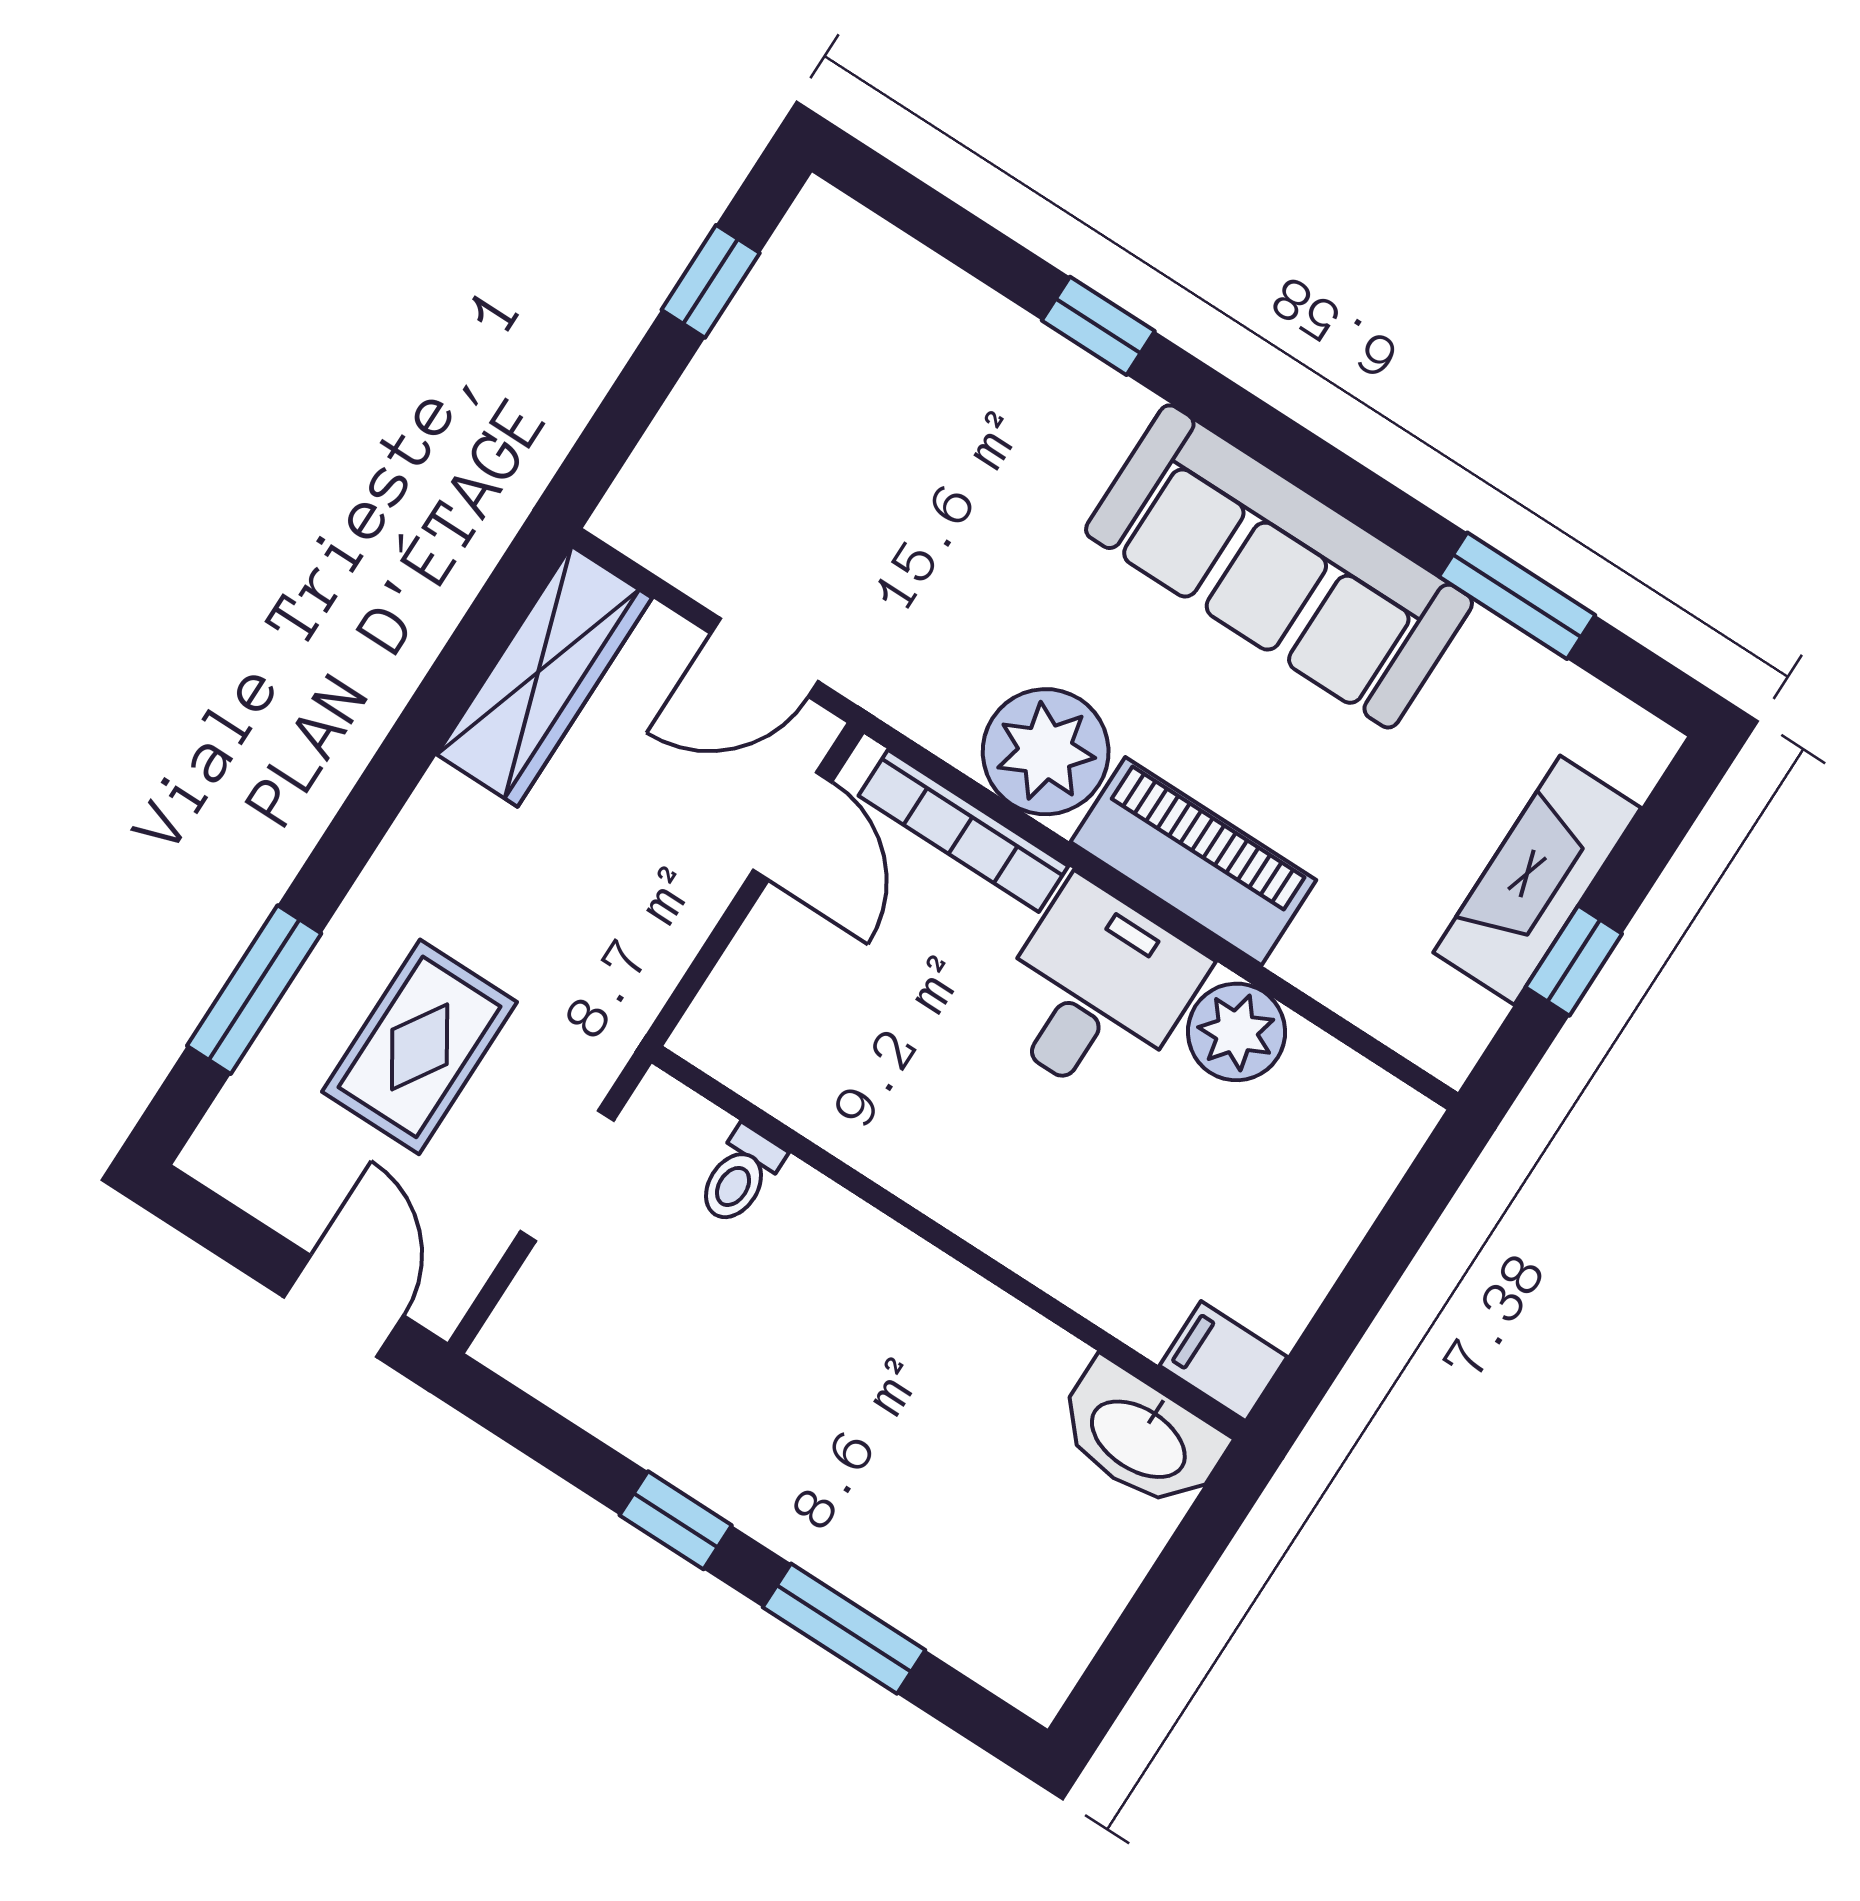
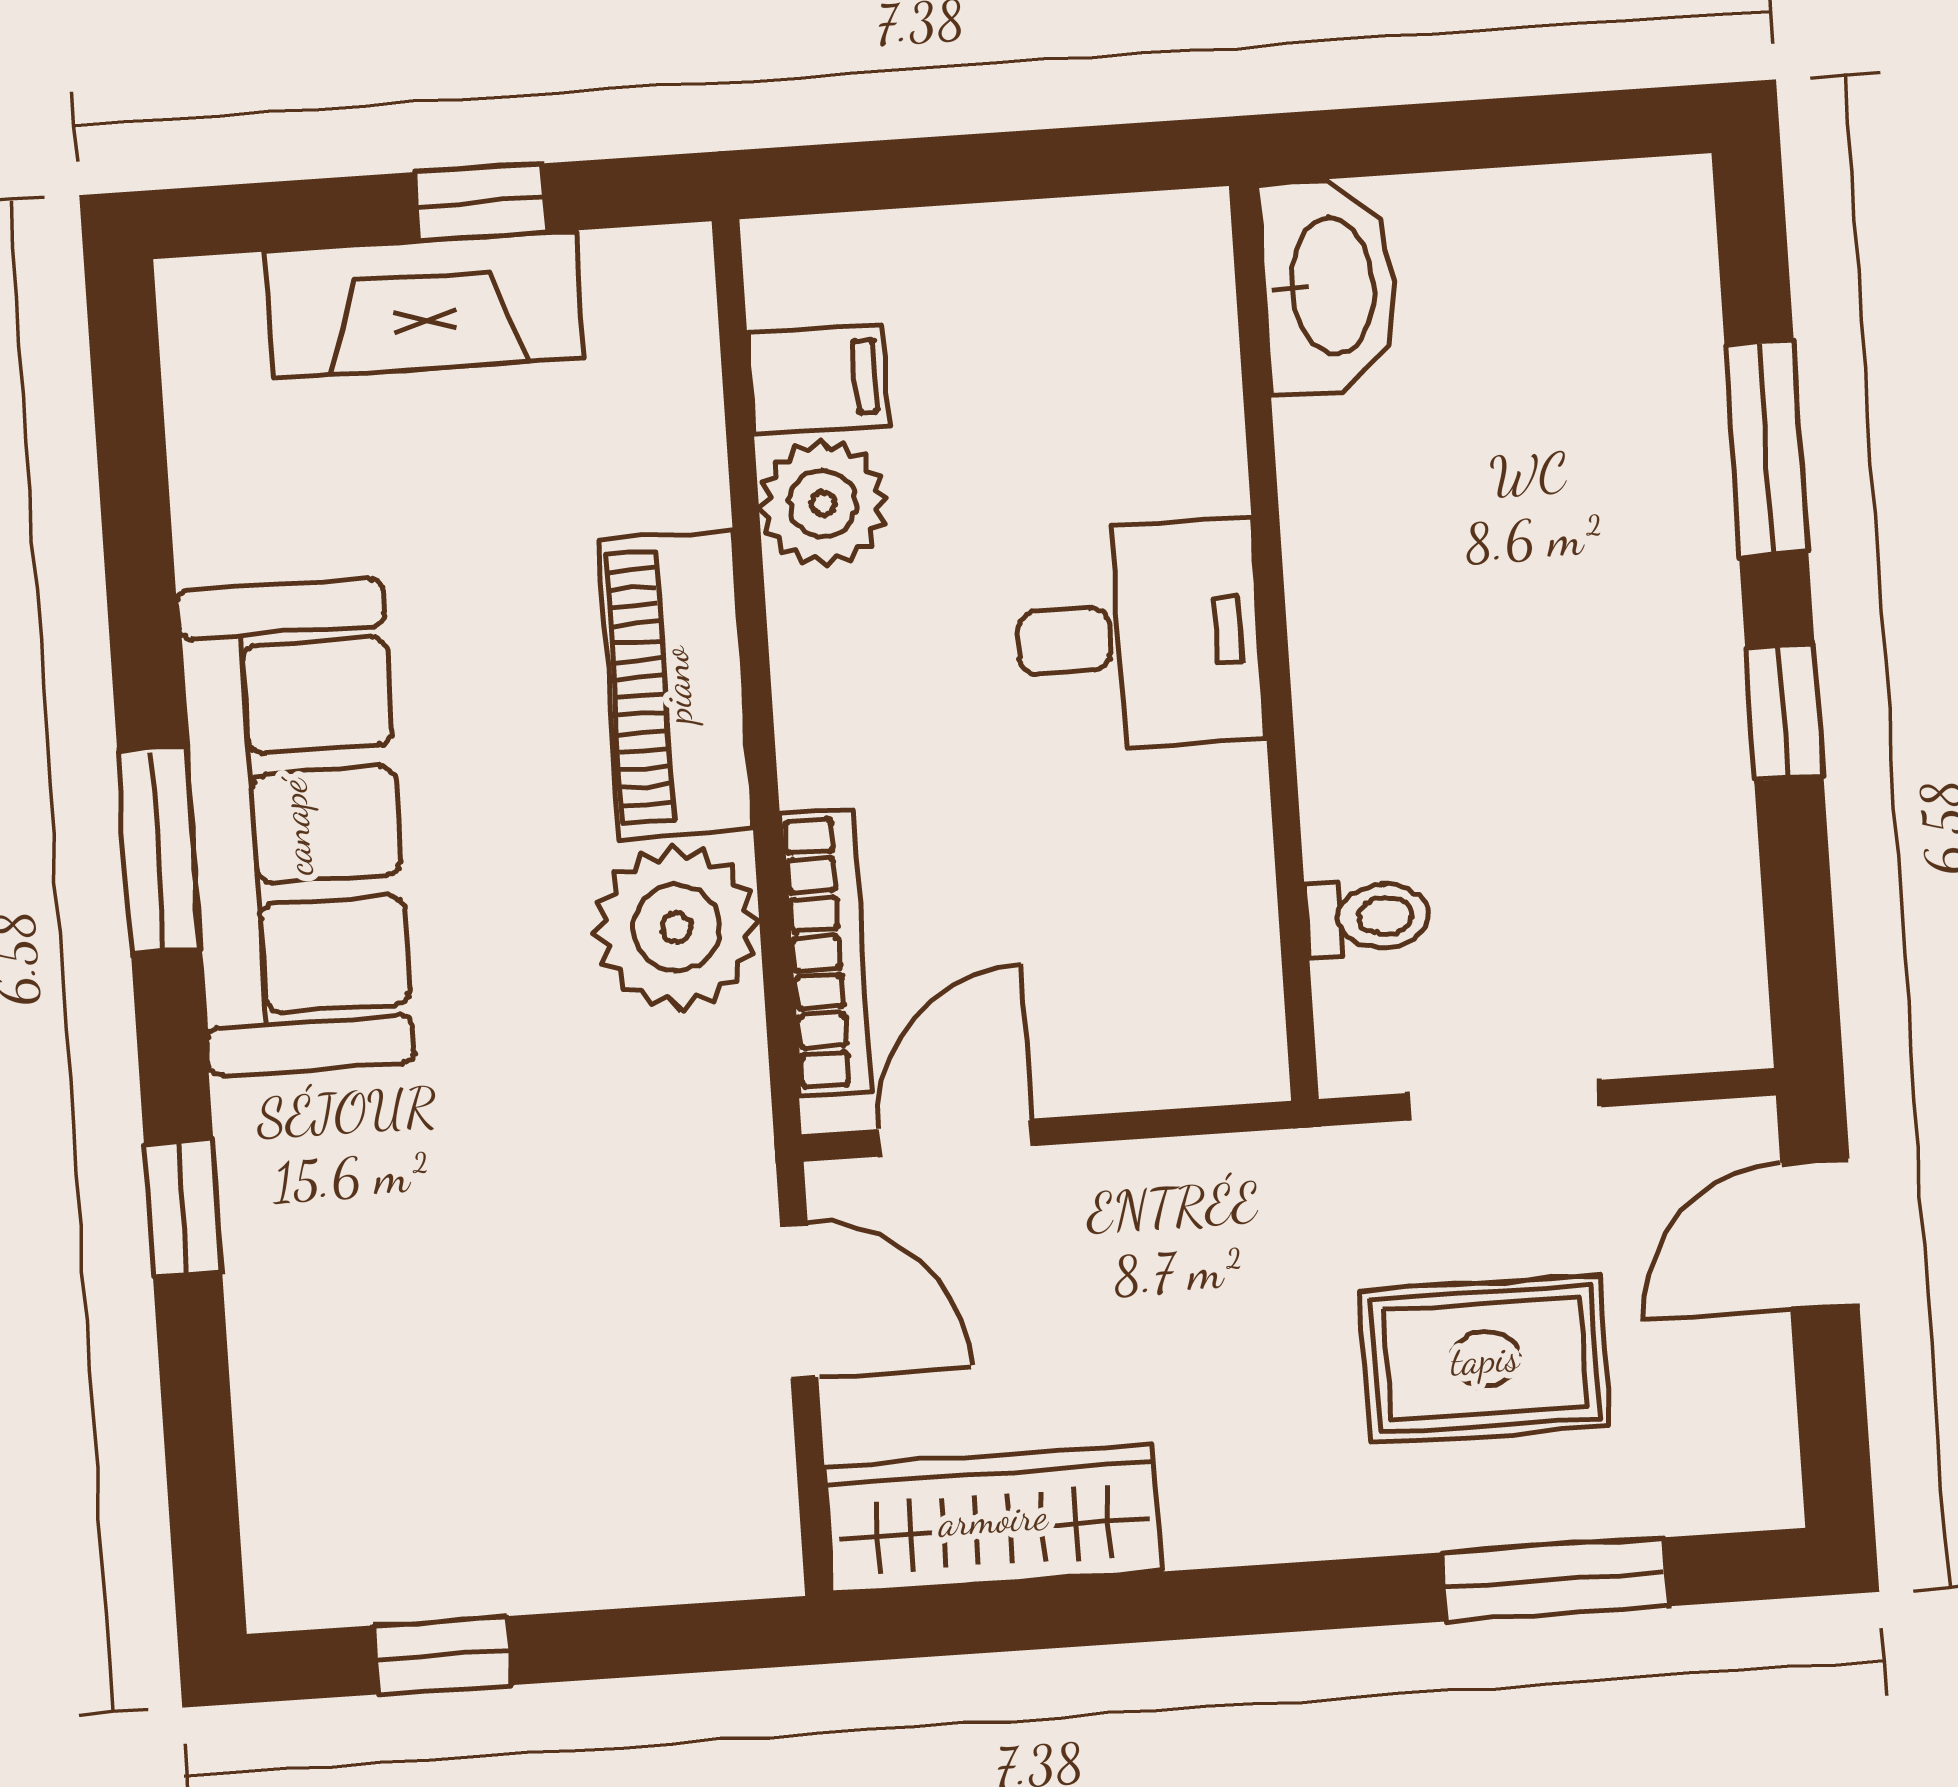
window: (1517, 596) -> (159, 850), moved
desk: (1096, 992) -> (1139, 636), moved, turned 180
filing cabinet: (1223, 1361) -> (818, 379), moved, turned -90

